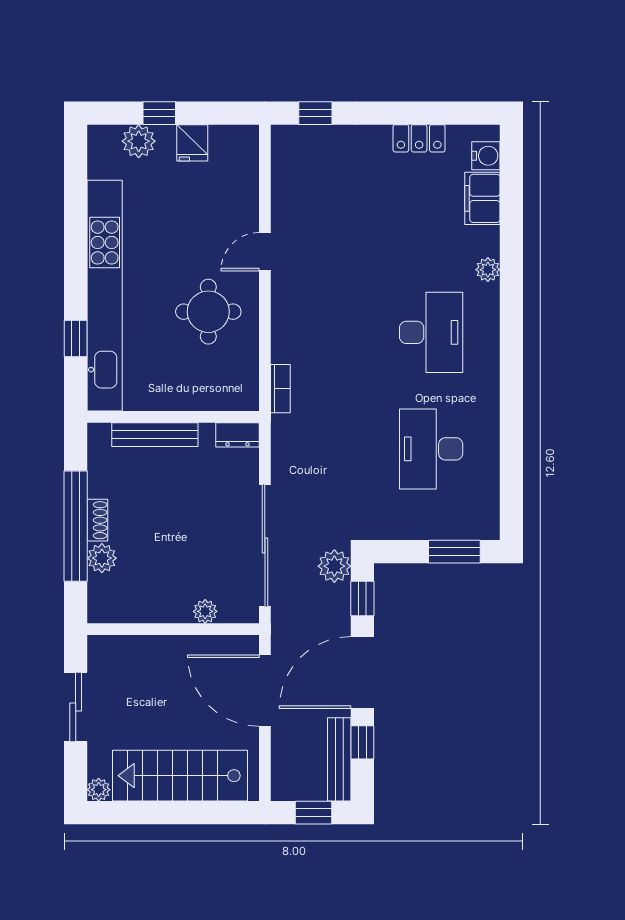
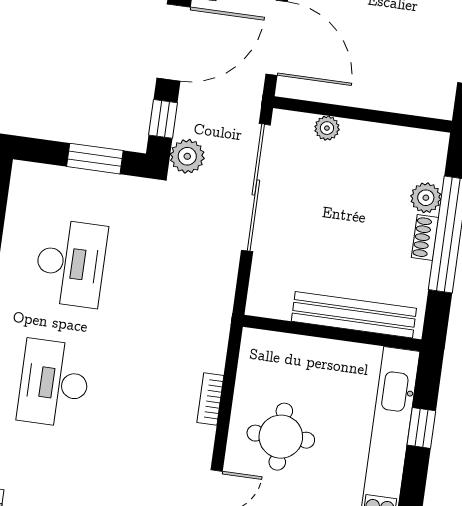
bookcase: (280, 389) -> (210, 399), moved
bench: (155, 435) -> (354, 315), width x1.37, depth x1.21
dresser: (238, 435) -> (268, 305), removed
window: (454, 552) -> (95, 159), moved

